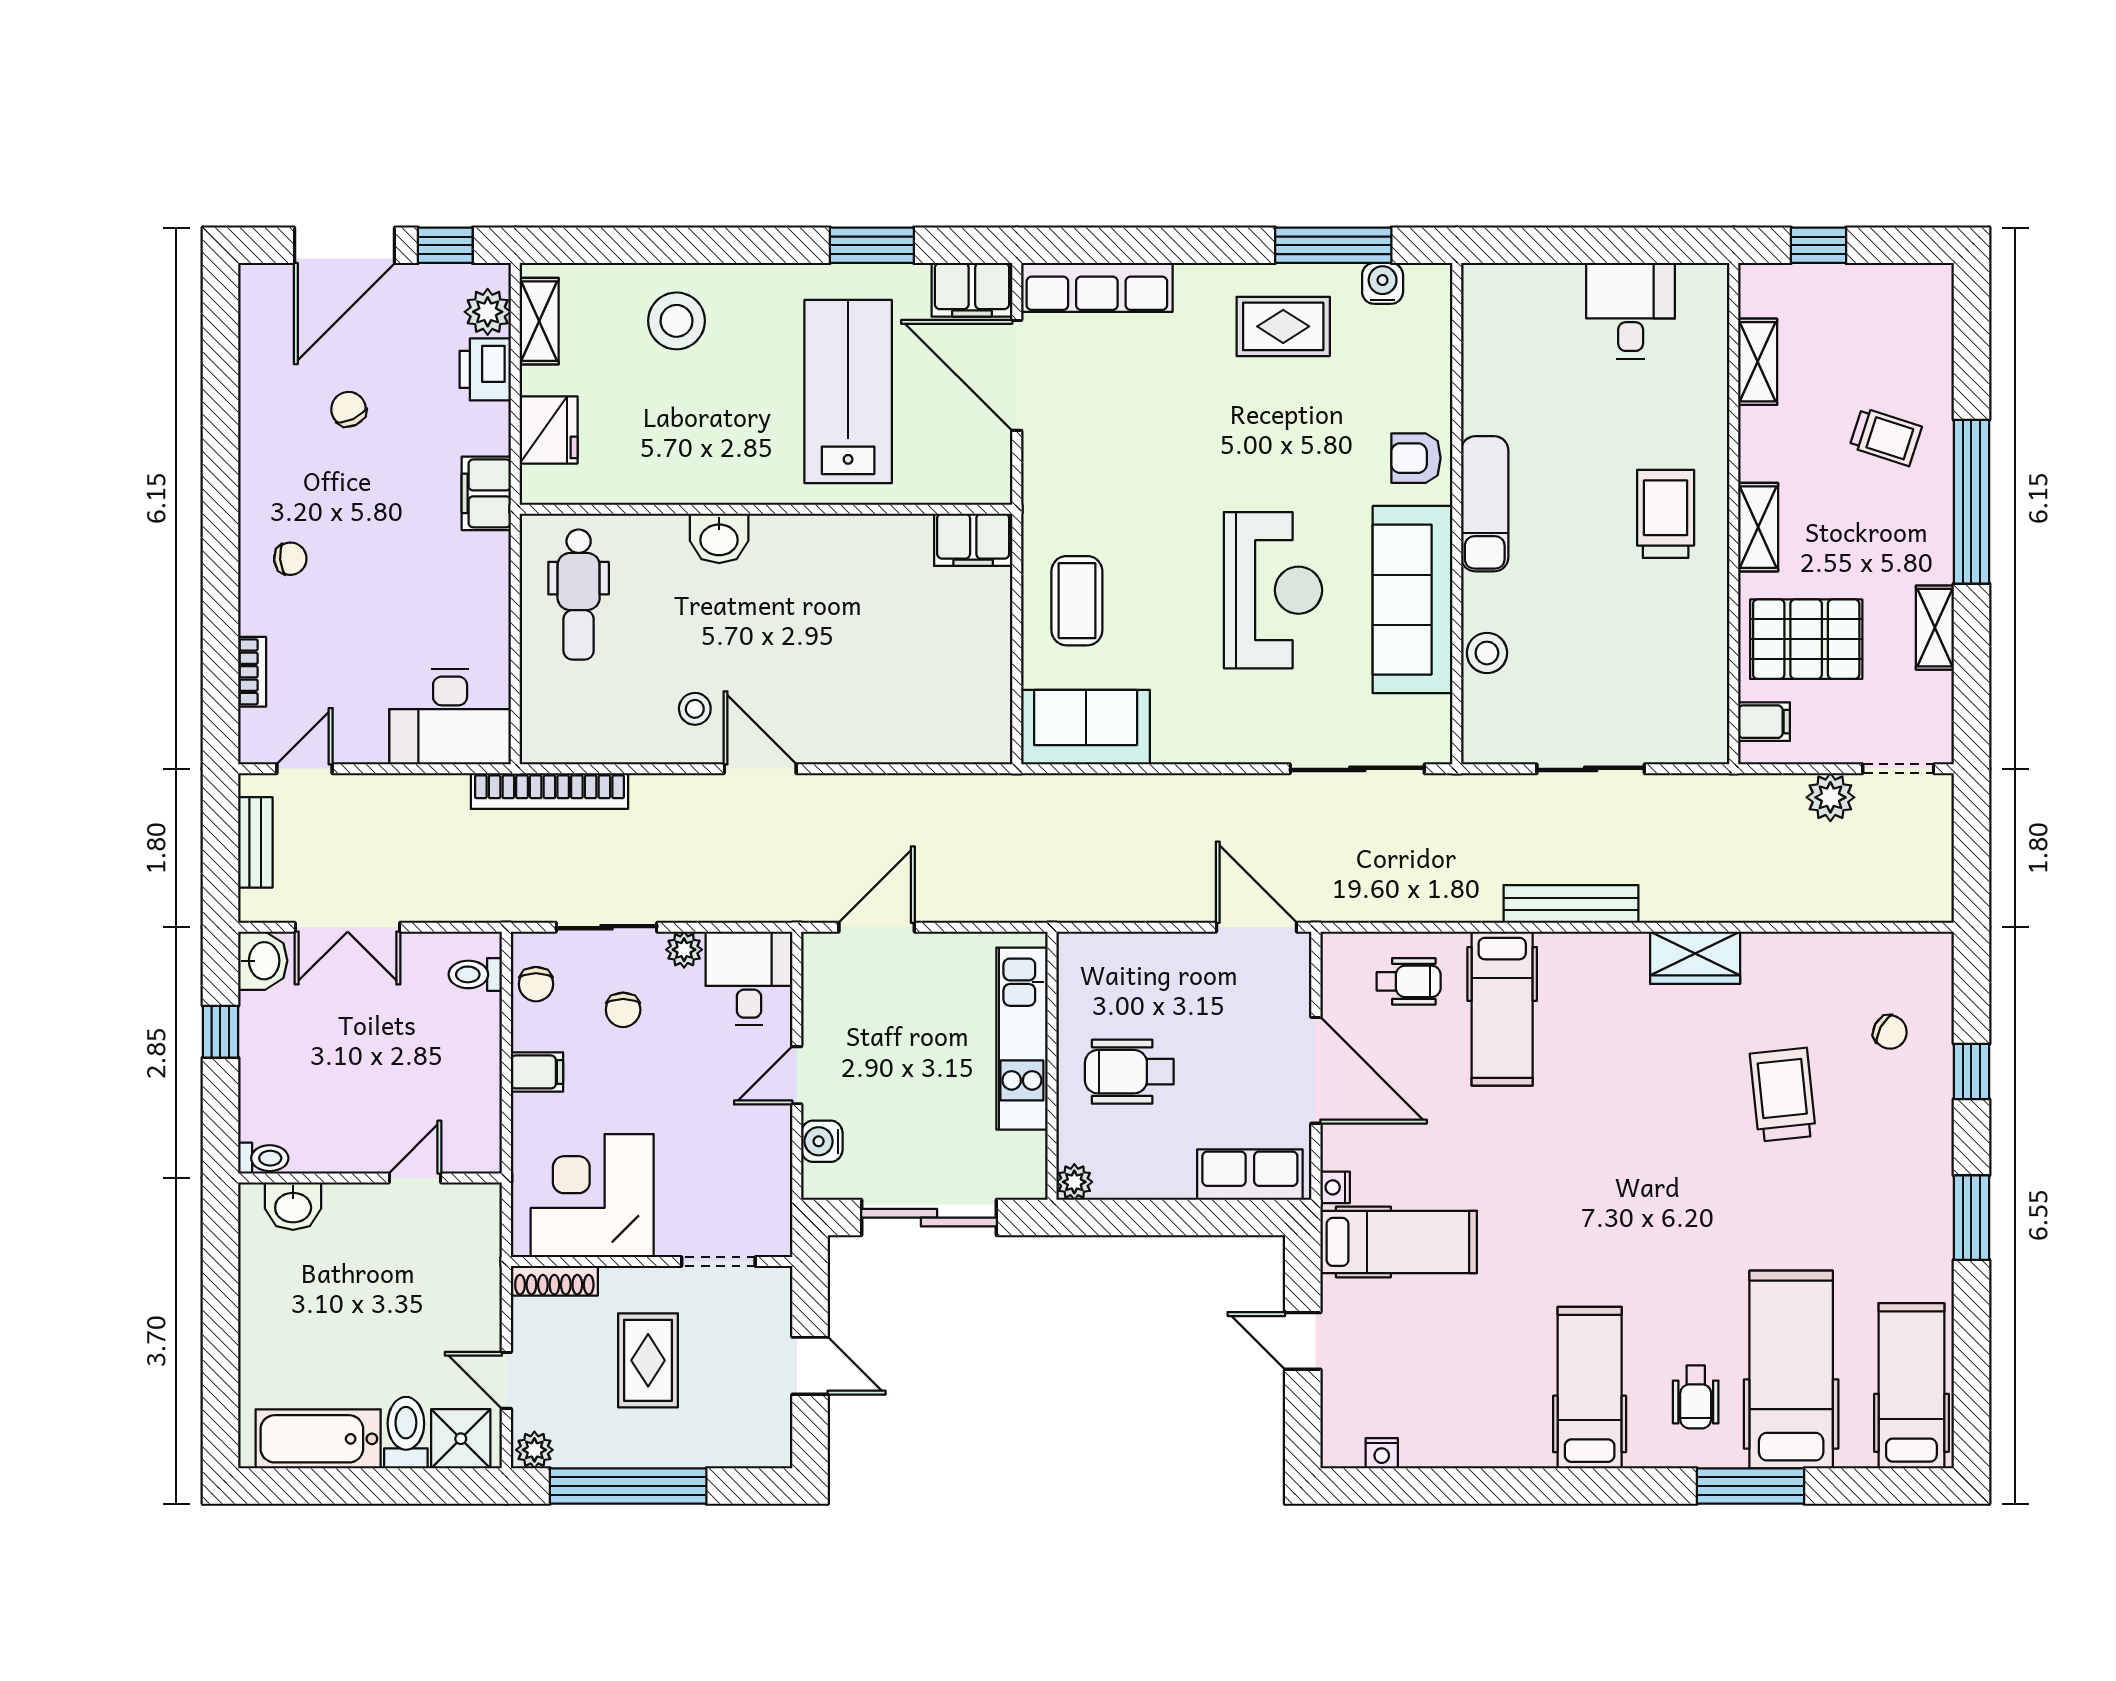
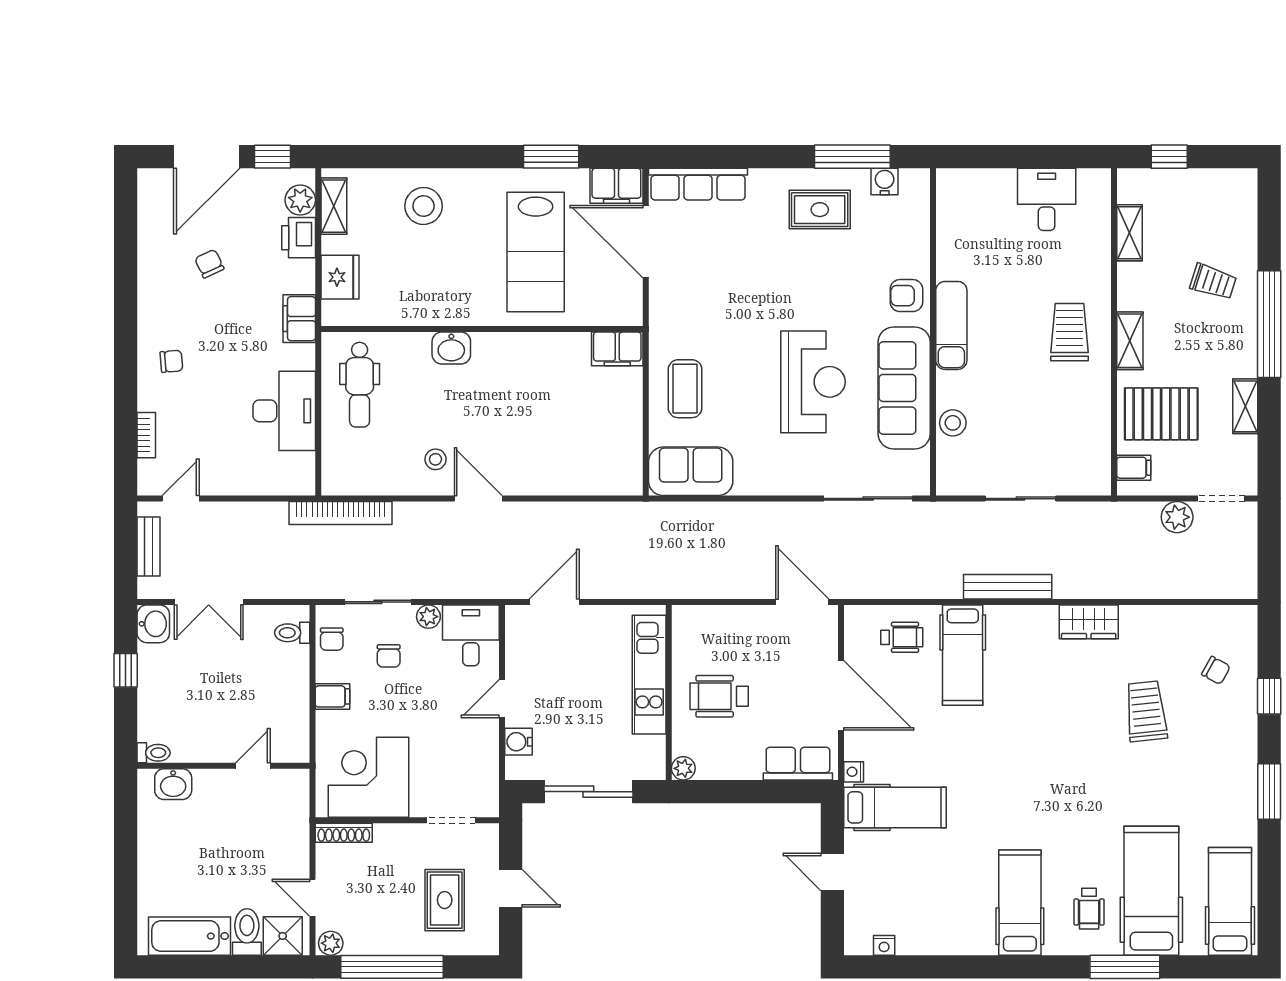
lab bench: (848, 392) -> (536, 252), turned 180
desk: (450, 717) -> (284, 411), moved, turned -90
rug: (648, 1360) -> (445, 900), moved

